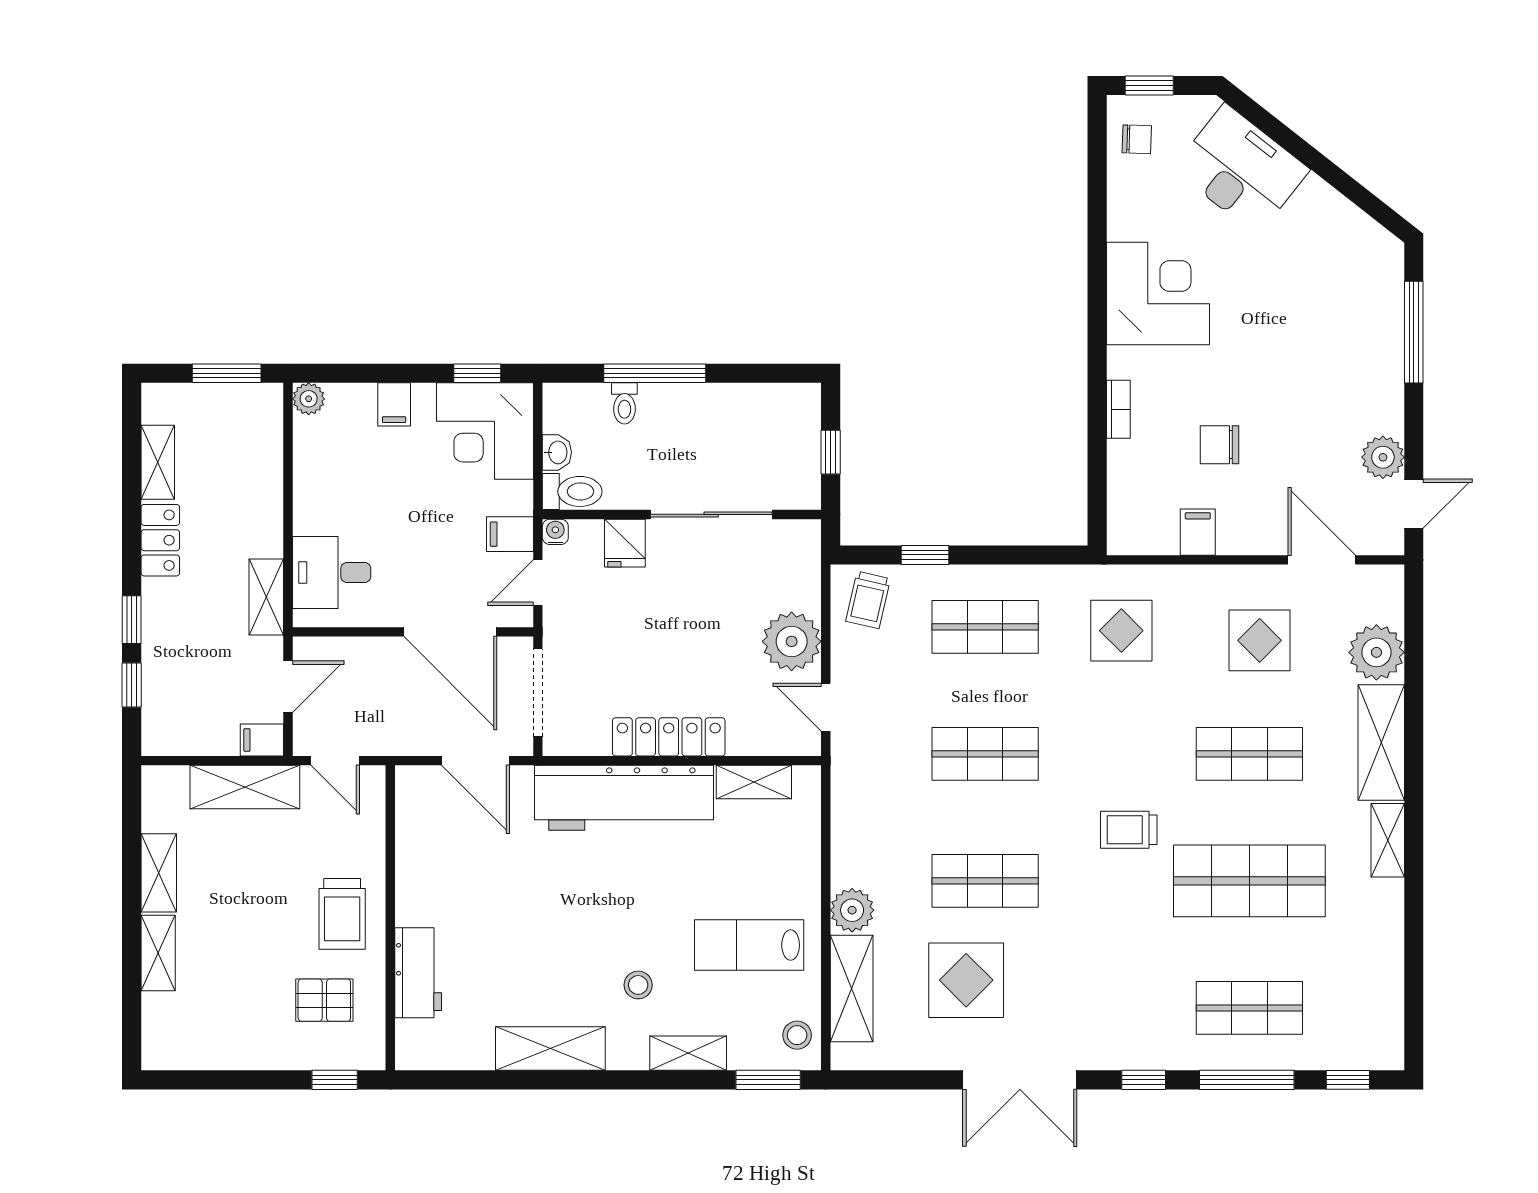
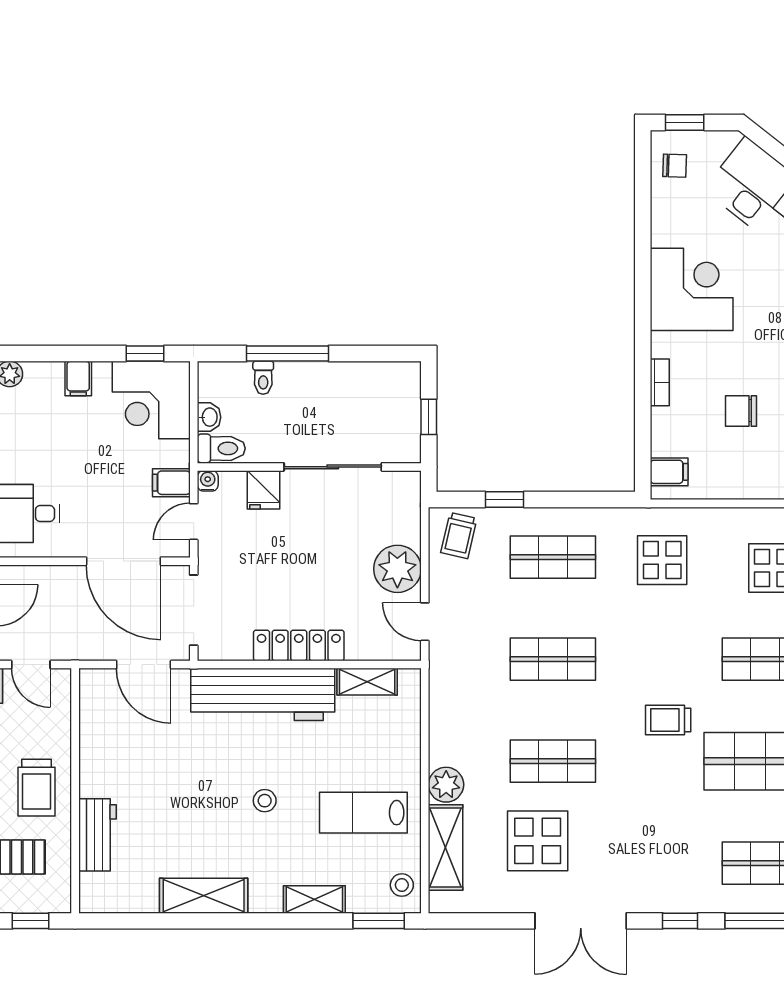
filing cabinet: (1198, 532) -> (669, 472), moved, turned 90
stool: (638, 985) -> (265, 801), moved

